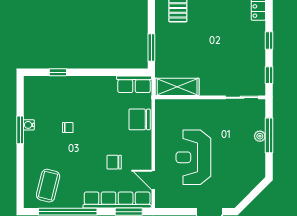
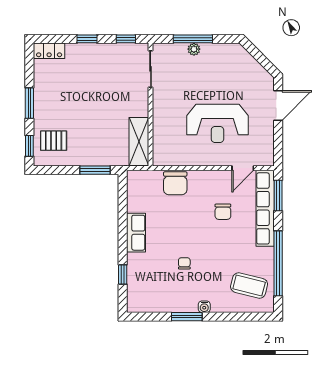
row of seats: (134, 84) -> (136, 233), moved
water cooler: (29, 125) -> (204, 307), moved

